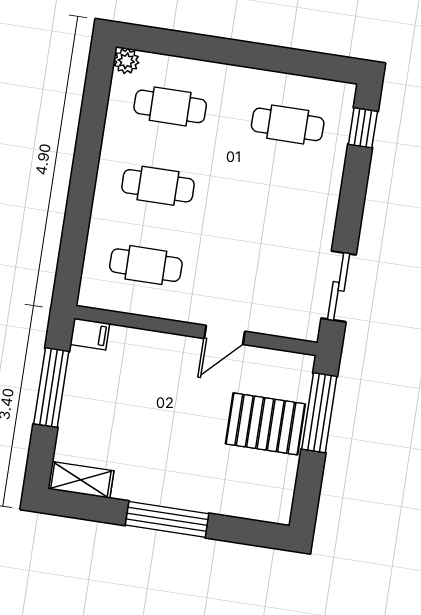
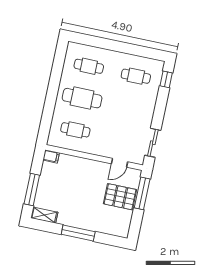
plant: (126, 61) -> (72, 47), removed
cafe table: (158, 186) -> (82, 98), width x1.37, depth x1.35
door: (224, 335) -> (120, 163), moved
window: (51, 388) -> (32, 190), moved

